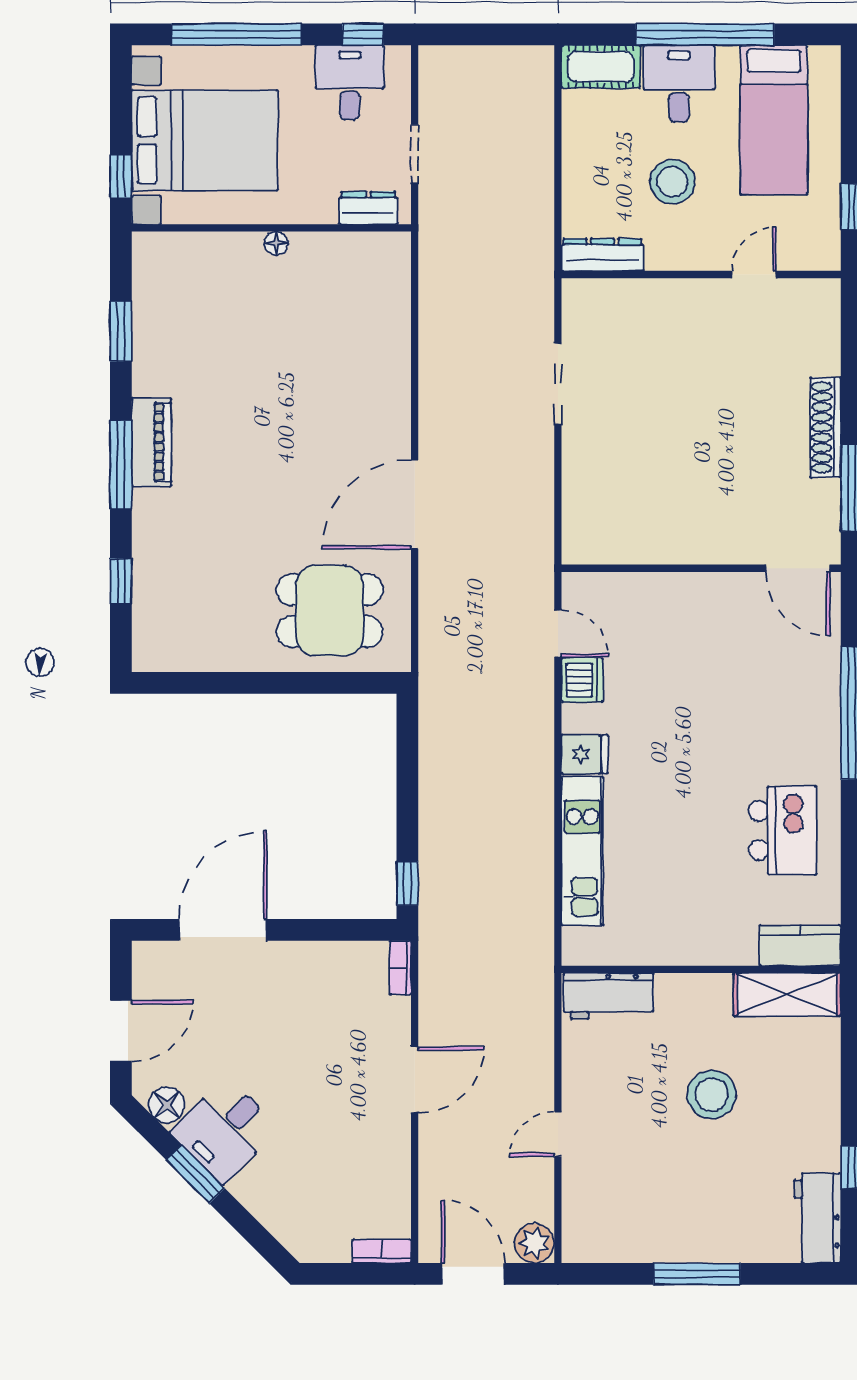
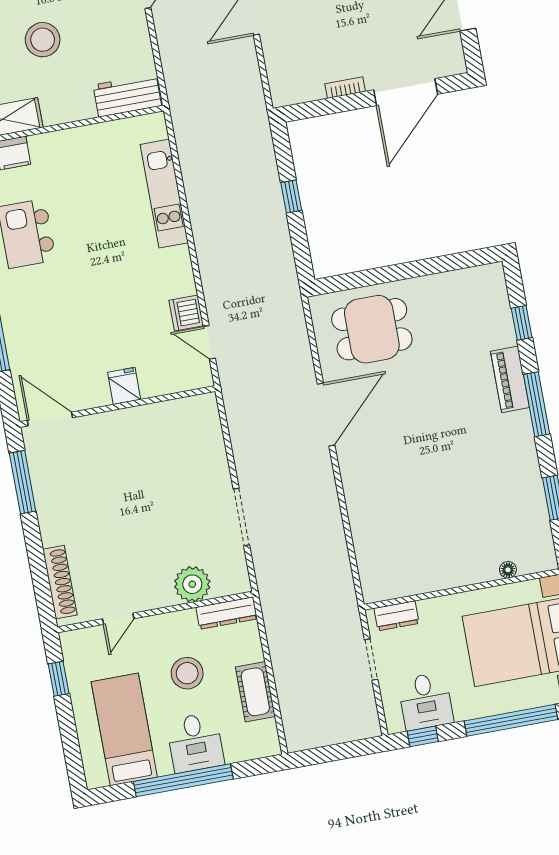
cot: (601, 67) -> (255, 692), moved, turned 90
floor lamp: (276, 243) -> (508, 570), moved
plant: (643, 303) -> (192, 584), added
shoe rack: (825, 427) -> (60, 582), moved
piano: (151, 442) -> (510, 379), moved
fridge: (585, 754) -> (124, 386), moved, turned 90
window: (407, 883) -> (291, 196), moved
bookcase: (400, 968) -> (345, 88), moved, turned -90

